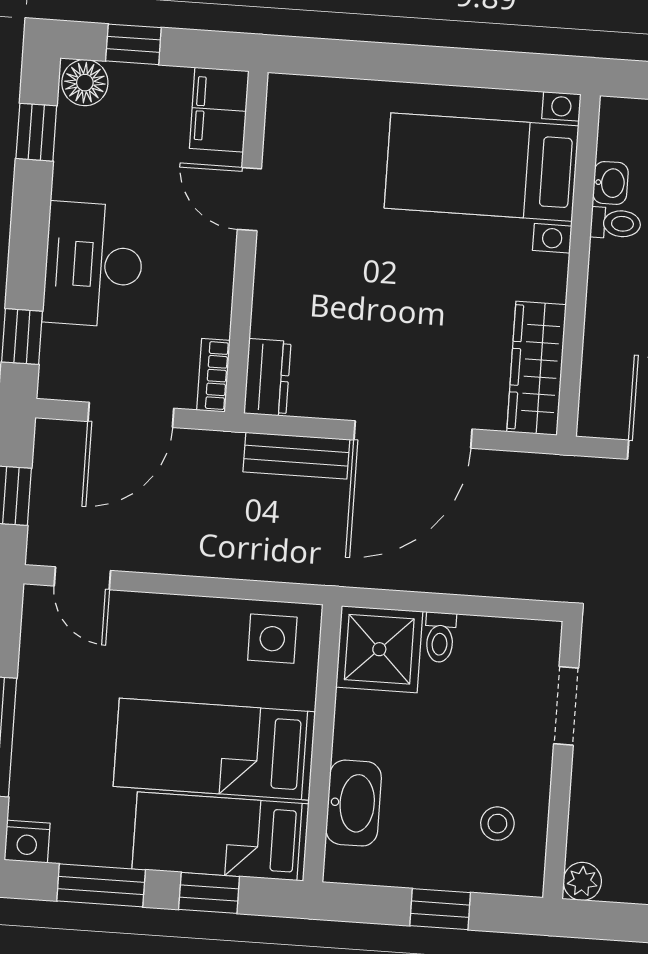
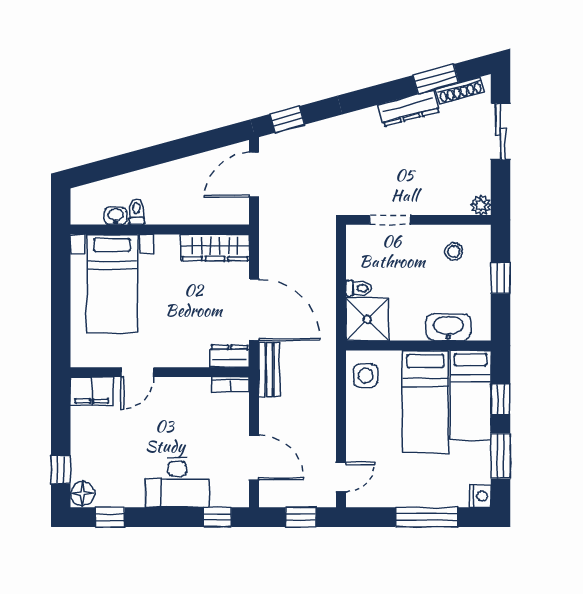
filing cabinet: (219, 110) -> (92, 391), moved
door: (249, 199) -> (137, 372), moved
wall: (246, 242) -> (160, 372), moved
bookcase: (213, 375) -> (230, 384), moved
dresser: (267, 377) -> (230, 356), moved

